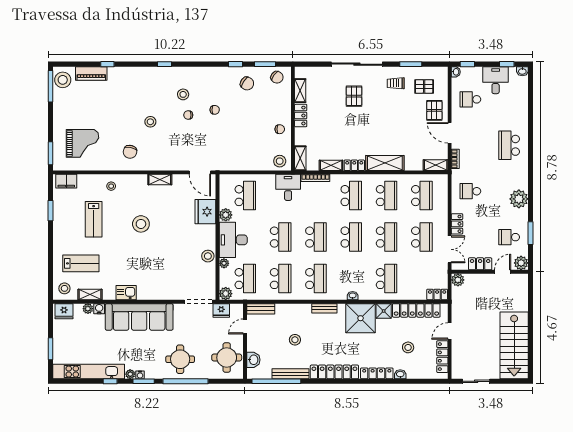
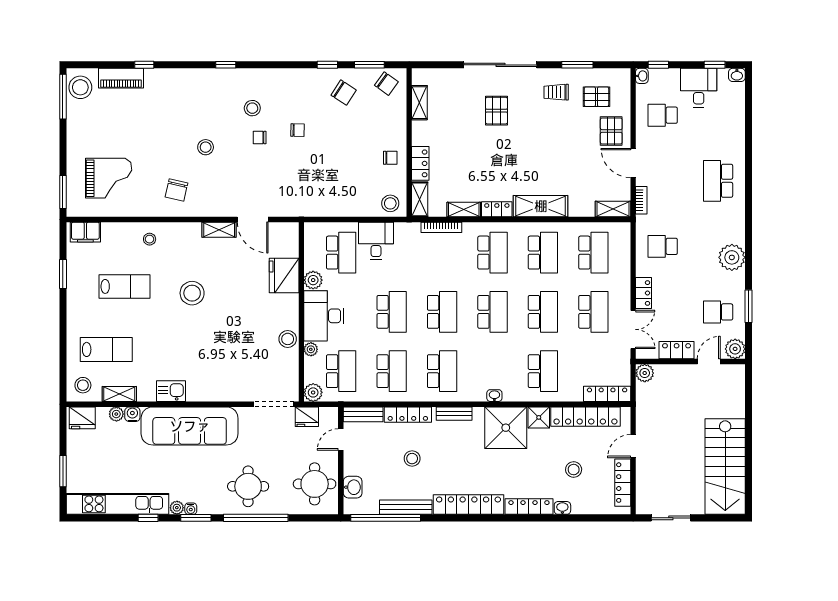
locker: (301, 116) -> (420, 163), moved
door: (200, 172) -> (253, 220), moved
desk: (288, 187) -> (376, 241), moved
lab bench: (94, 219) -> (124, 286), turned -90
locker: (437, 294) -> (607, 394), width x1.53
locker: (292, 309) -> (408, 415), added

